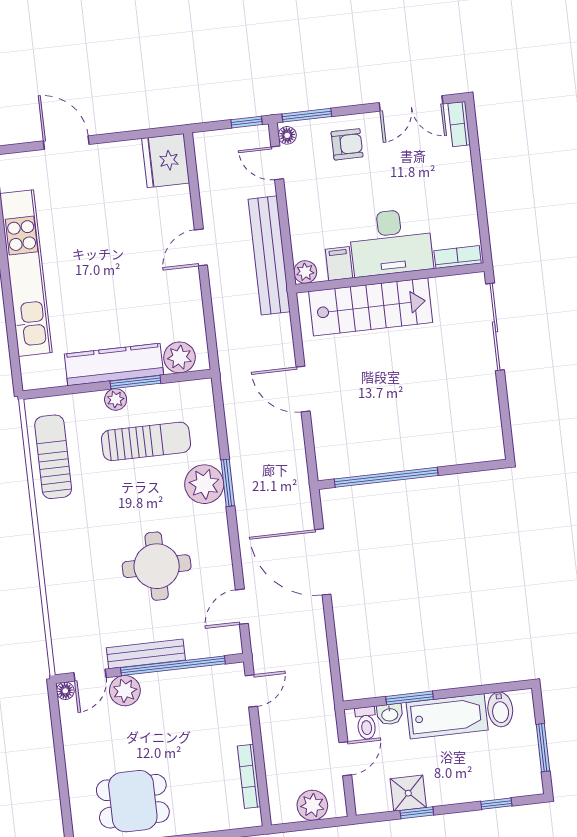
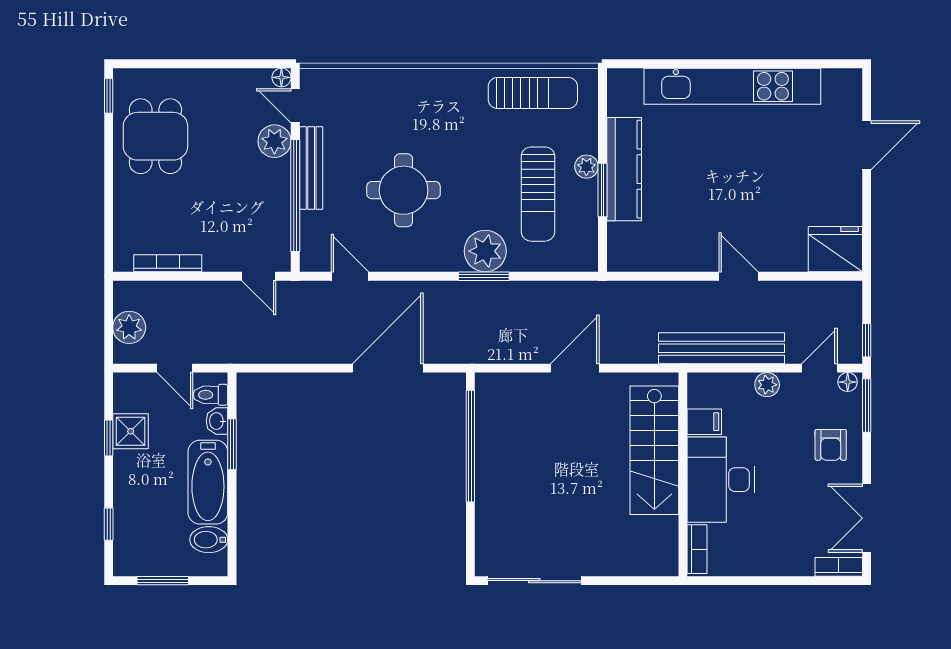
plant: (305, 272) -> (767, 385), moved
sliding door: (495, 327) -> (534, 581), moved
plant: (179, 357) -> (624, 240), removed

